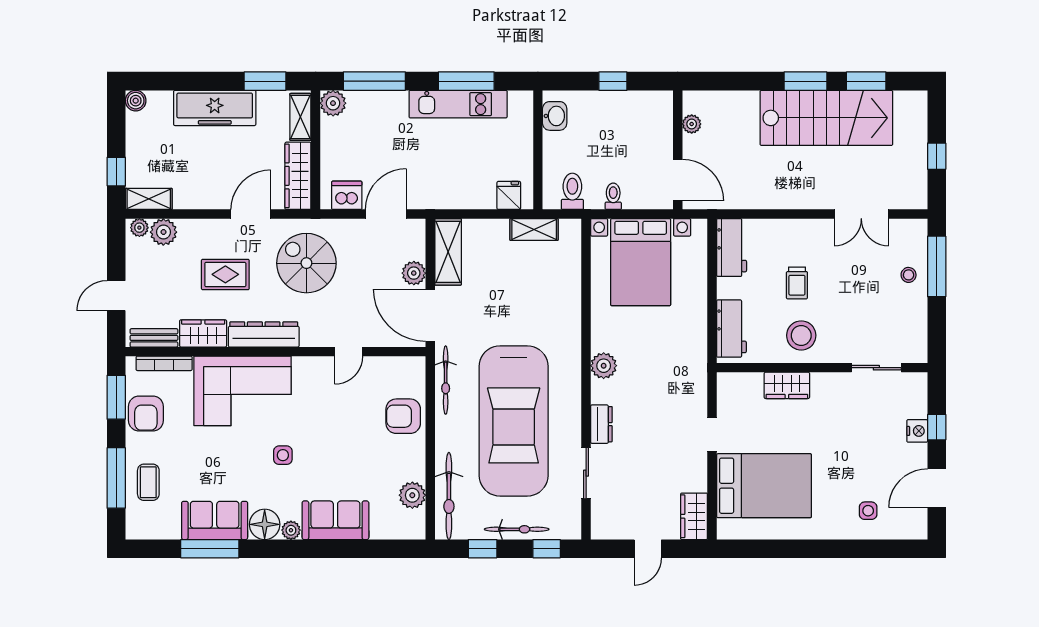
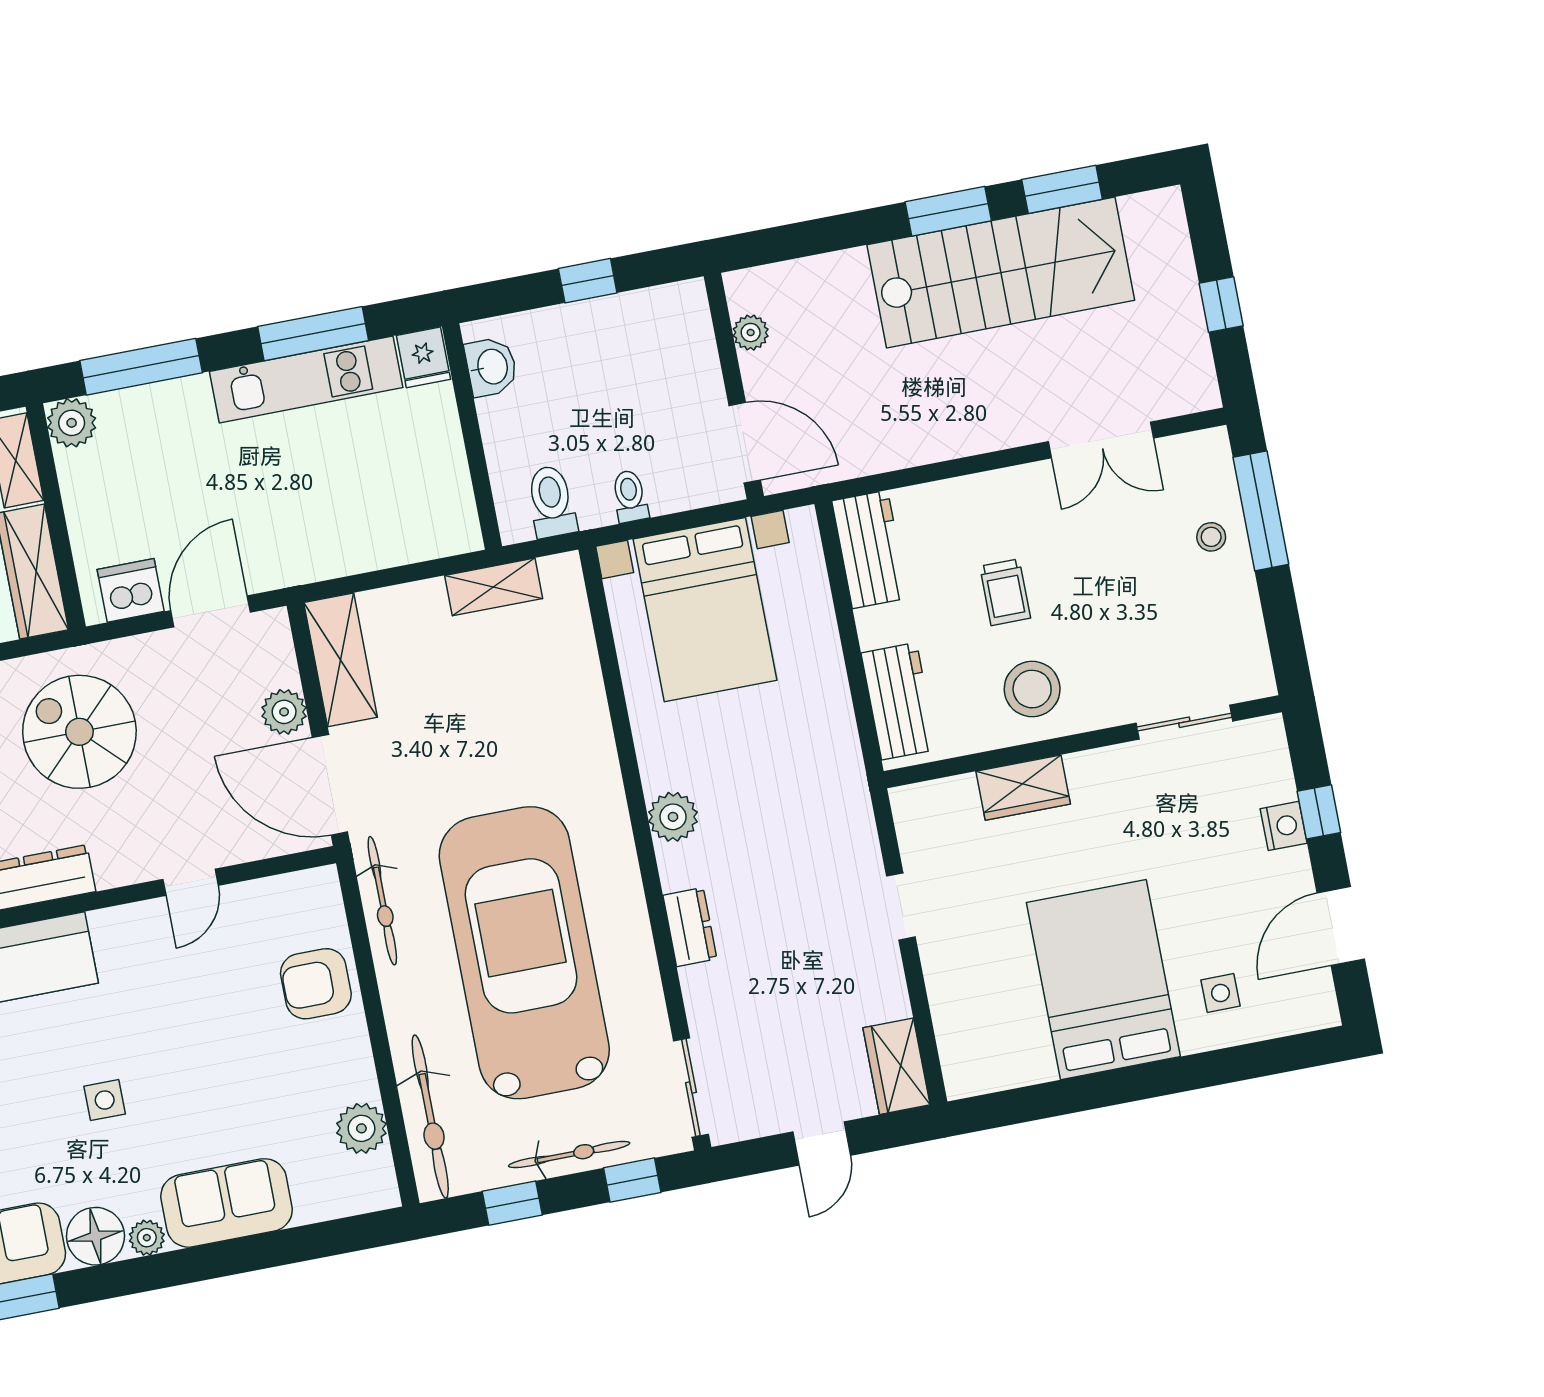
fridge: (509, 195) -> (423, 357), moved, turned 180
car: (514, 421) -> (524, 953), turned 180
sliding door: (586, 473) -> (691, 1087), moved
bed: (764, 486) -> (1103, 980), moved, turned -90

